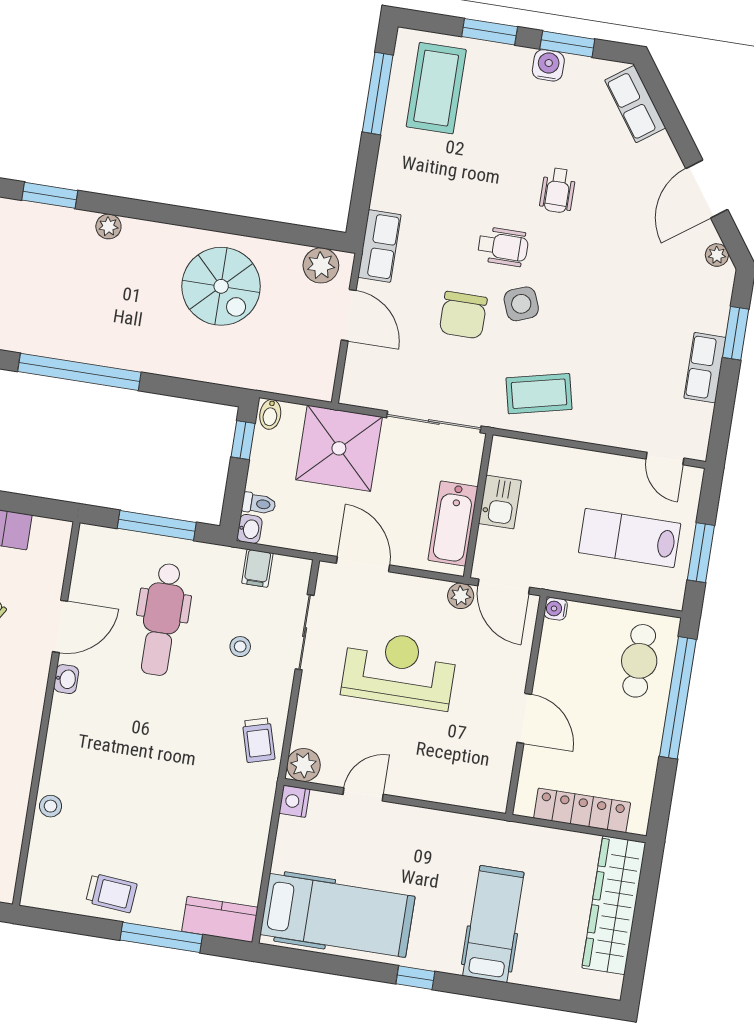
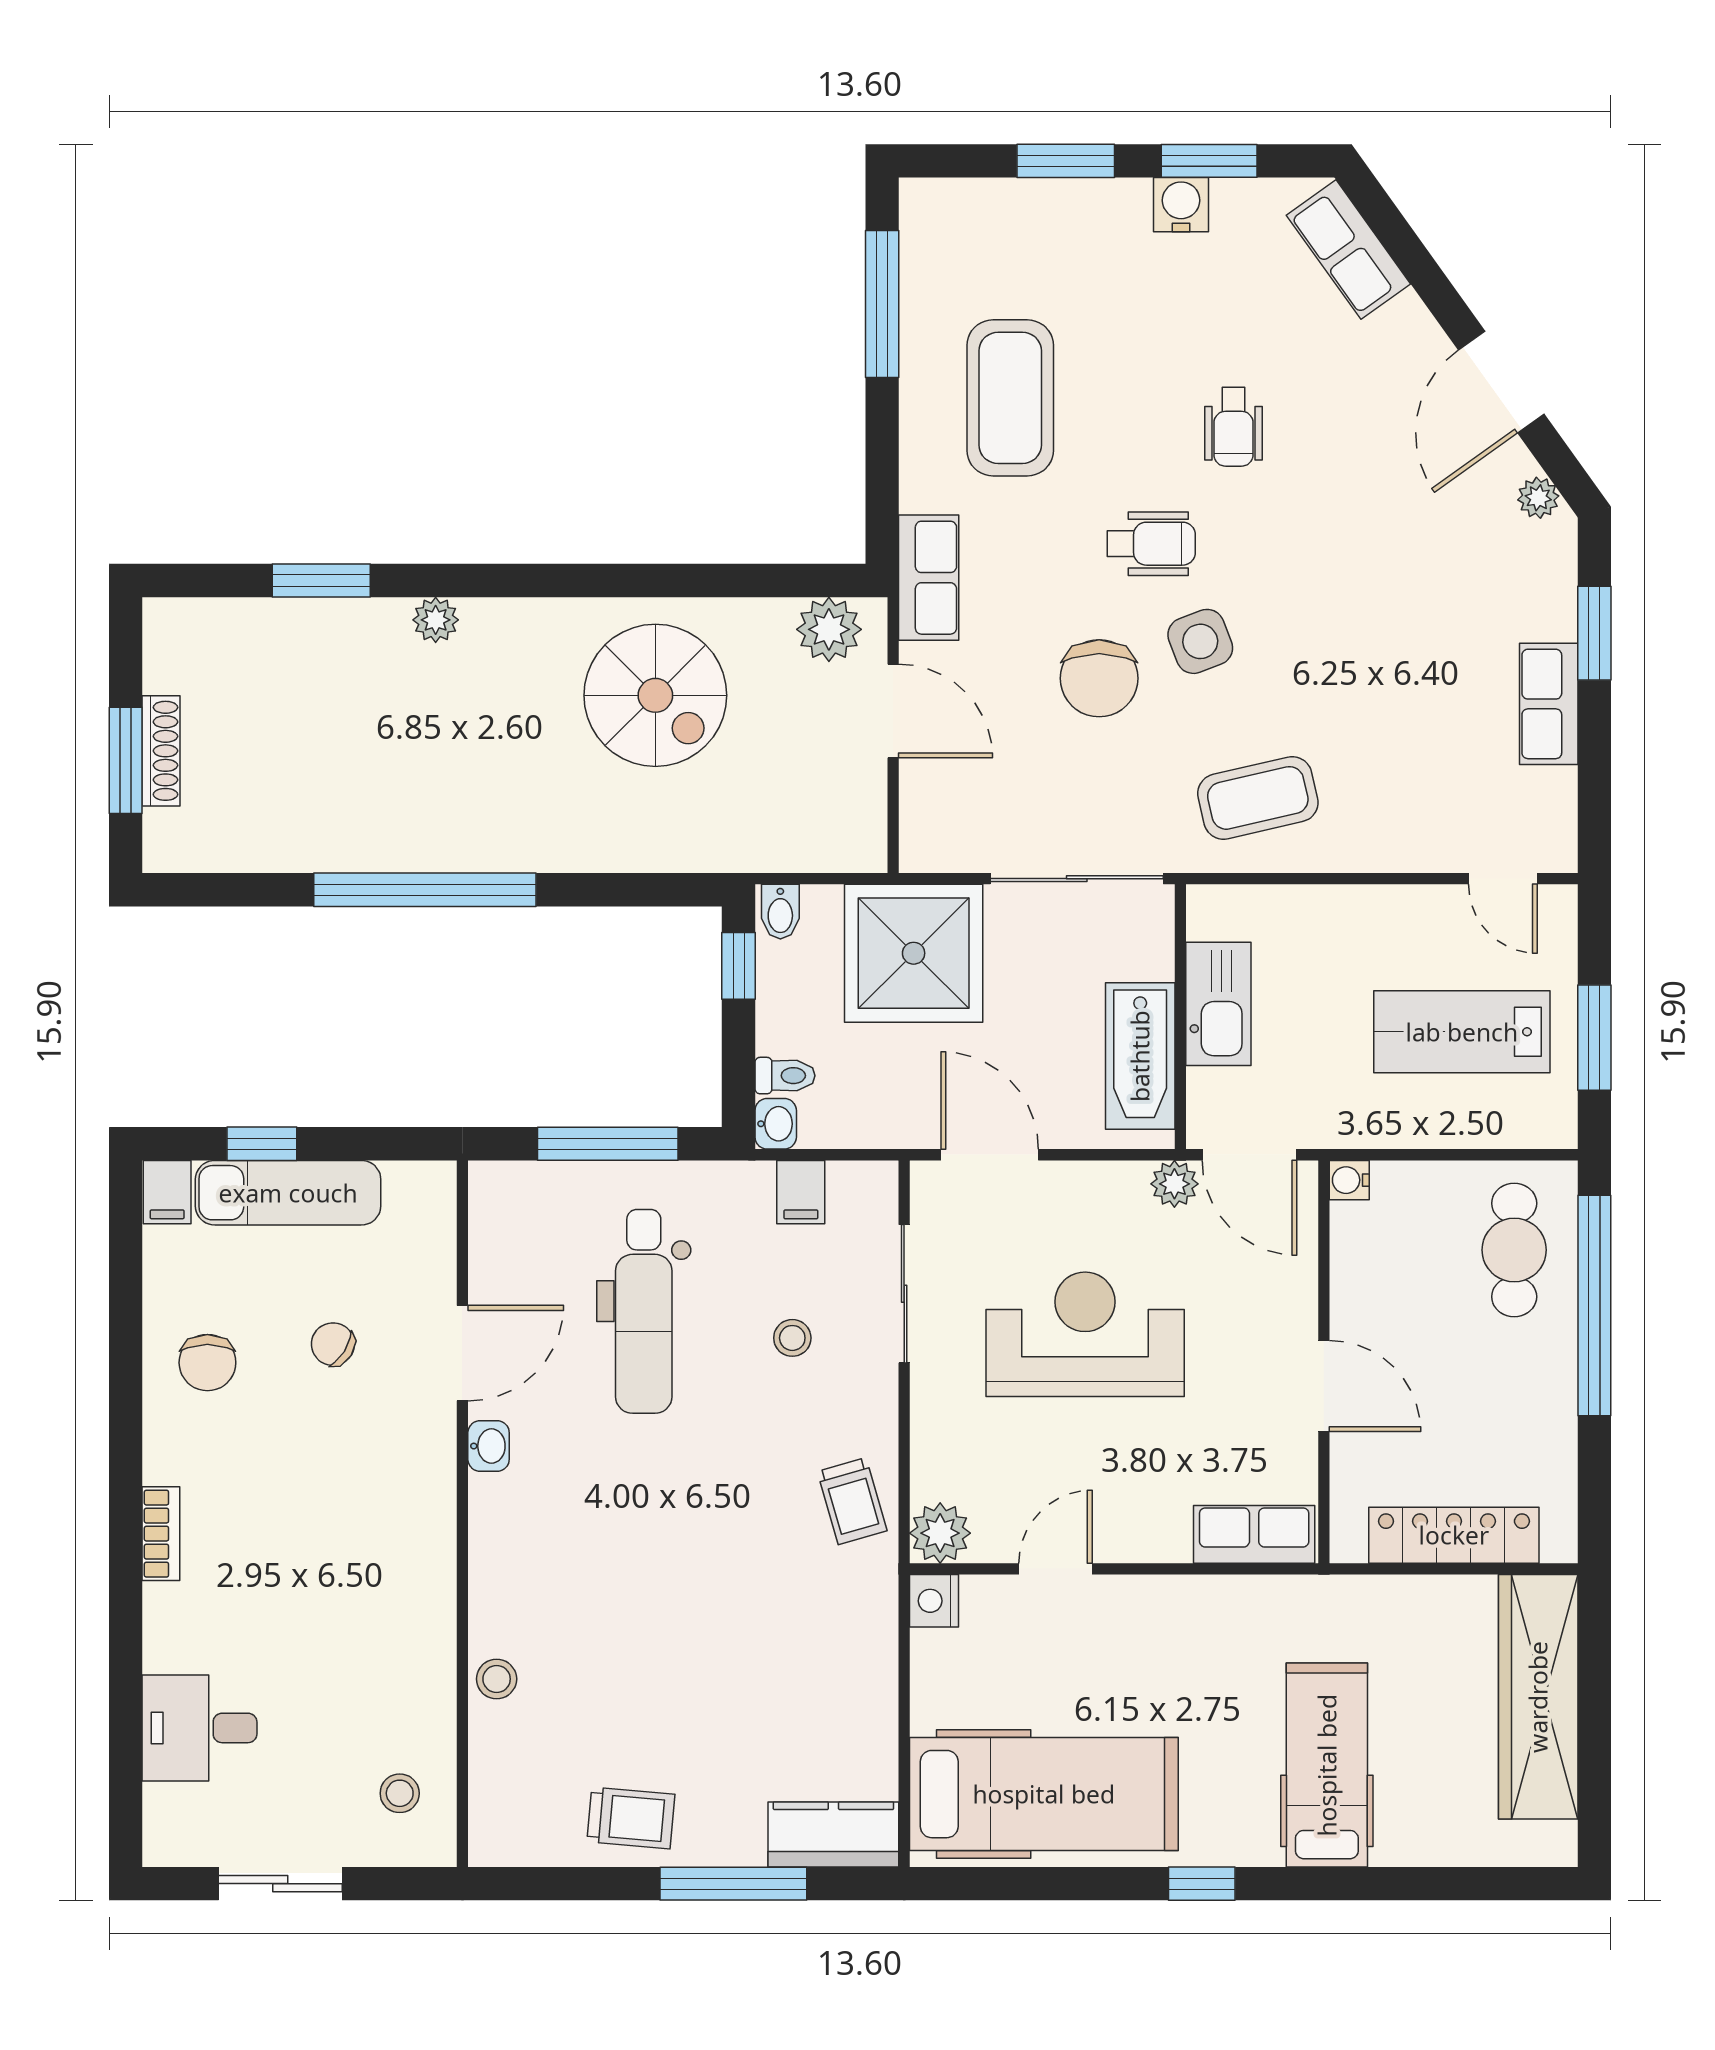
coffee table: (436, 88) -> (1010, 398), moved
kitchen sink: (500, 502) -> (1218, 1004), width x1.38
row of seats: (474, 793) -> (1254, 1534), added

